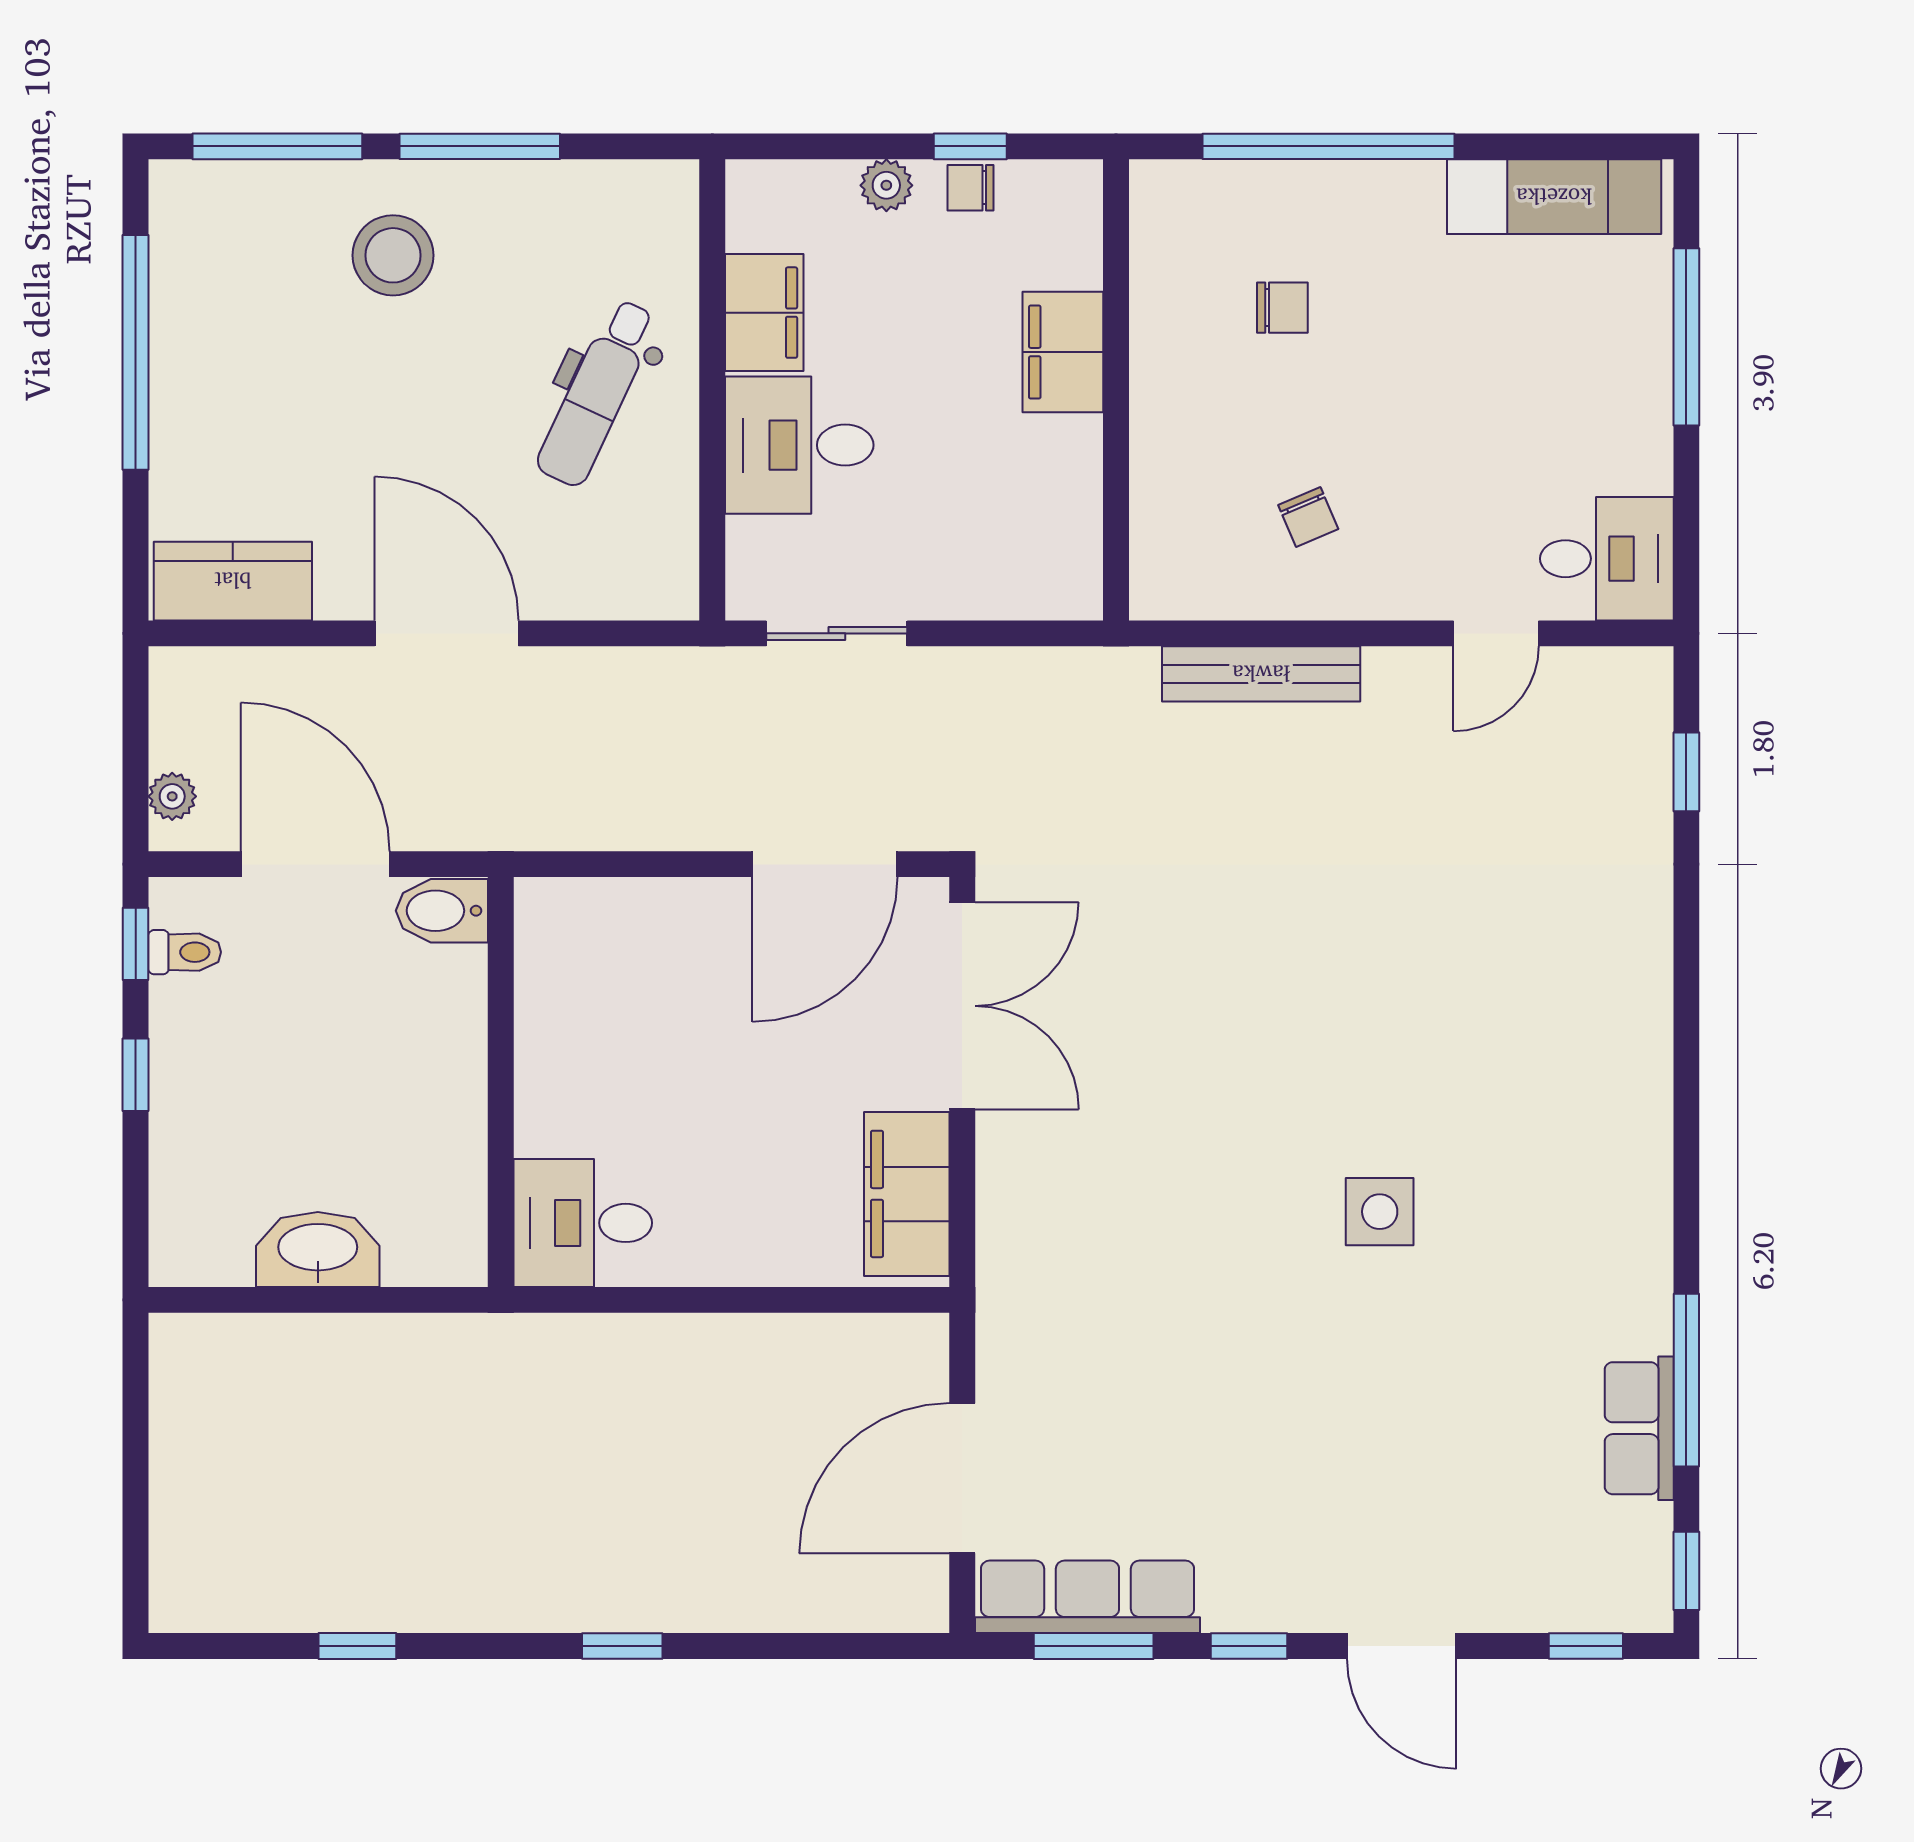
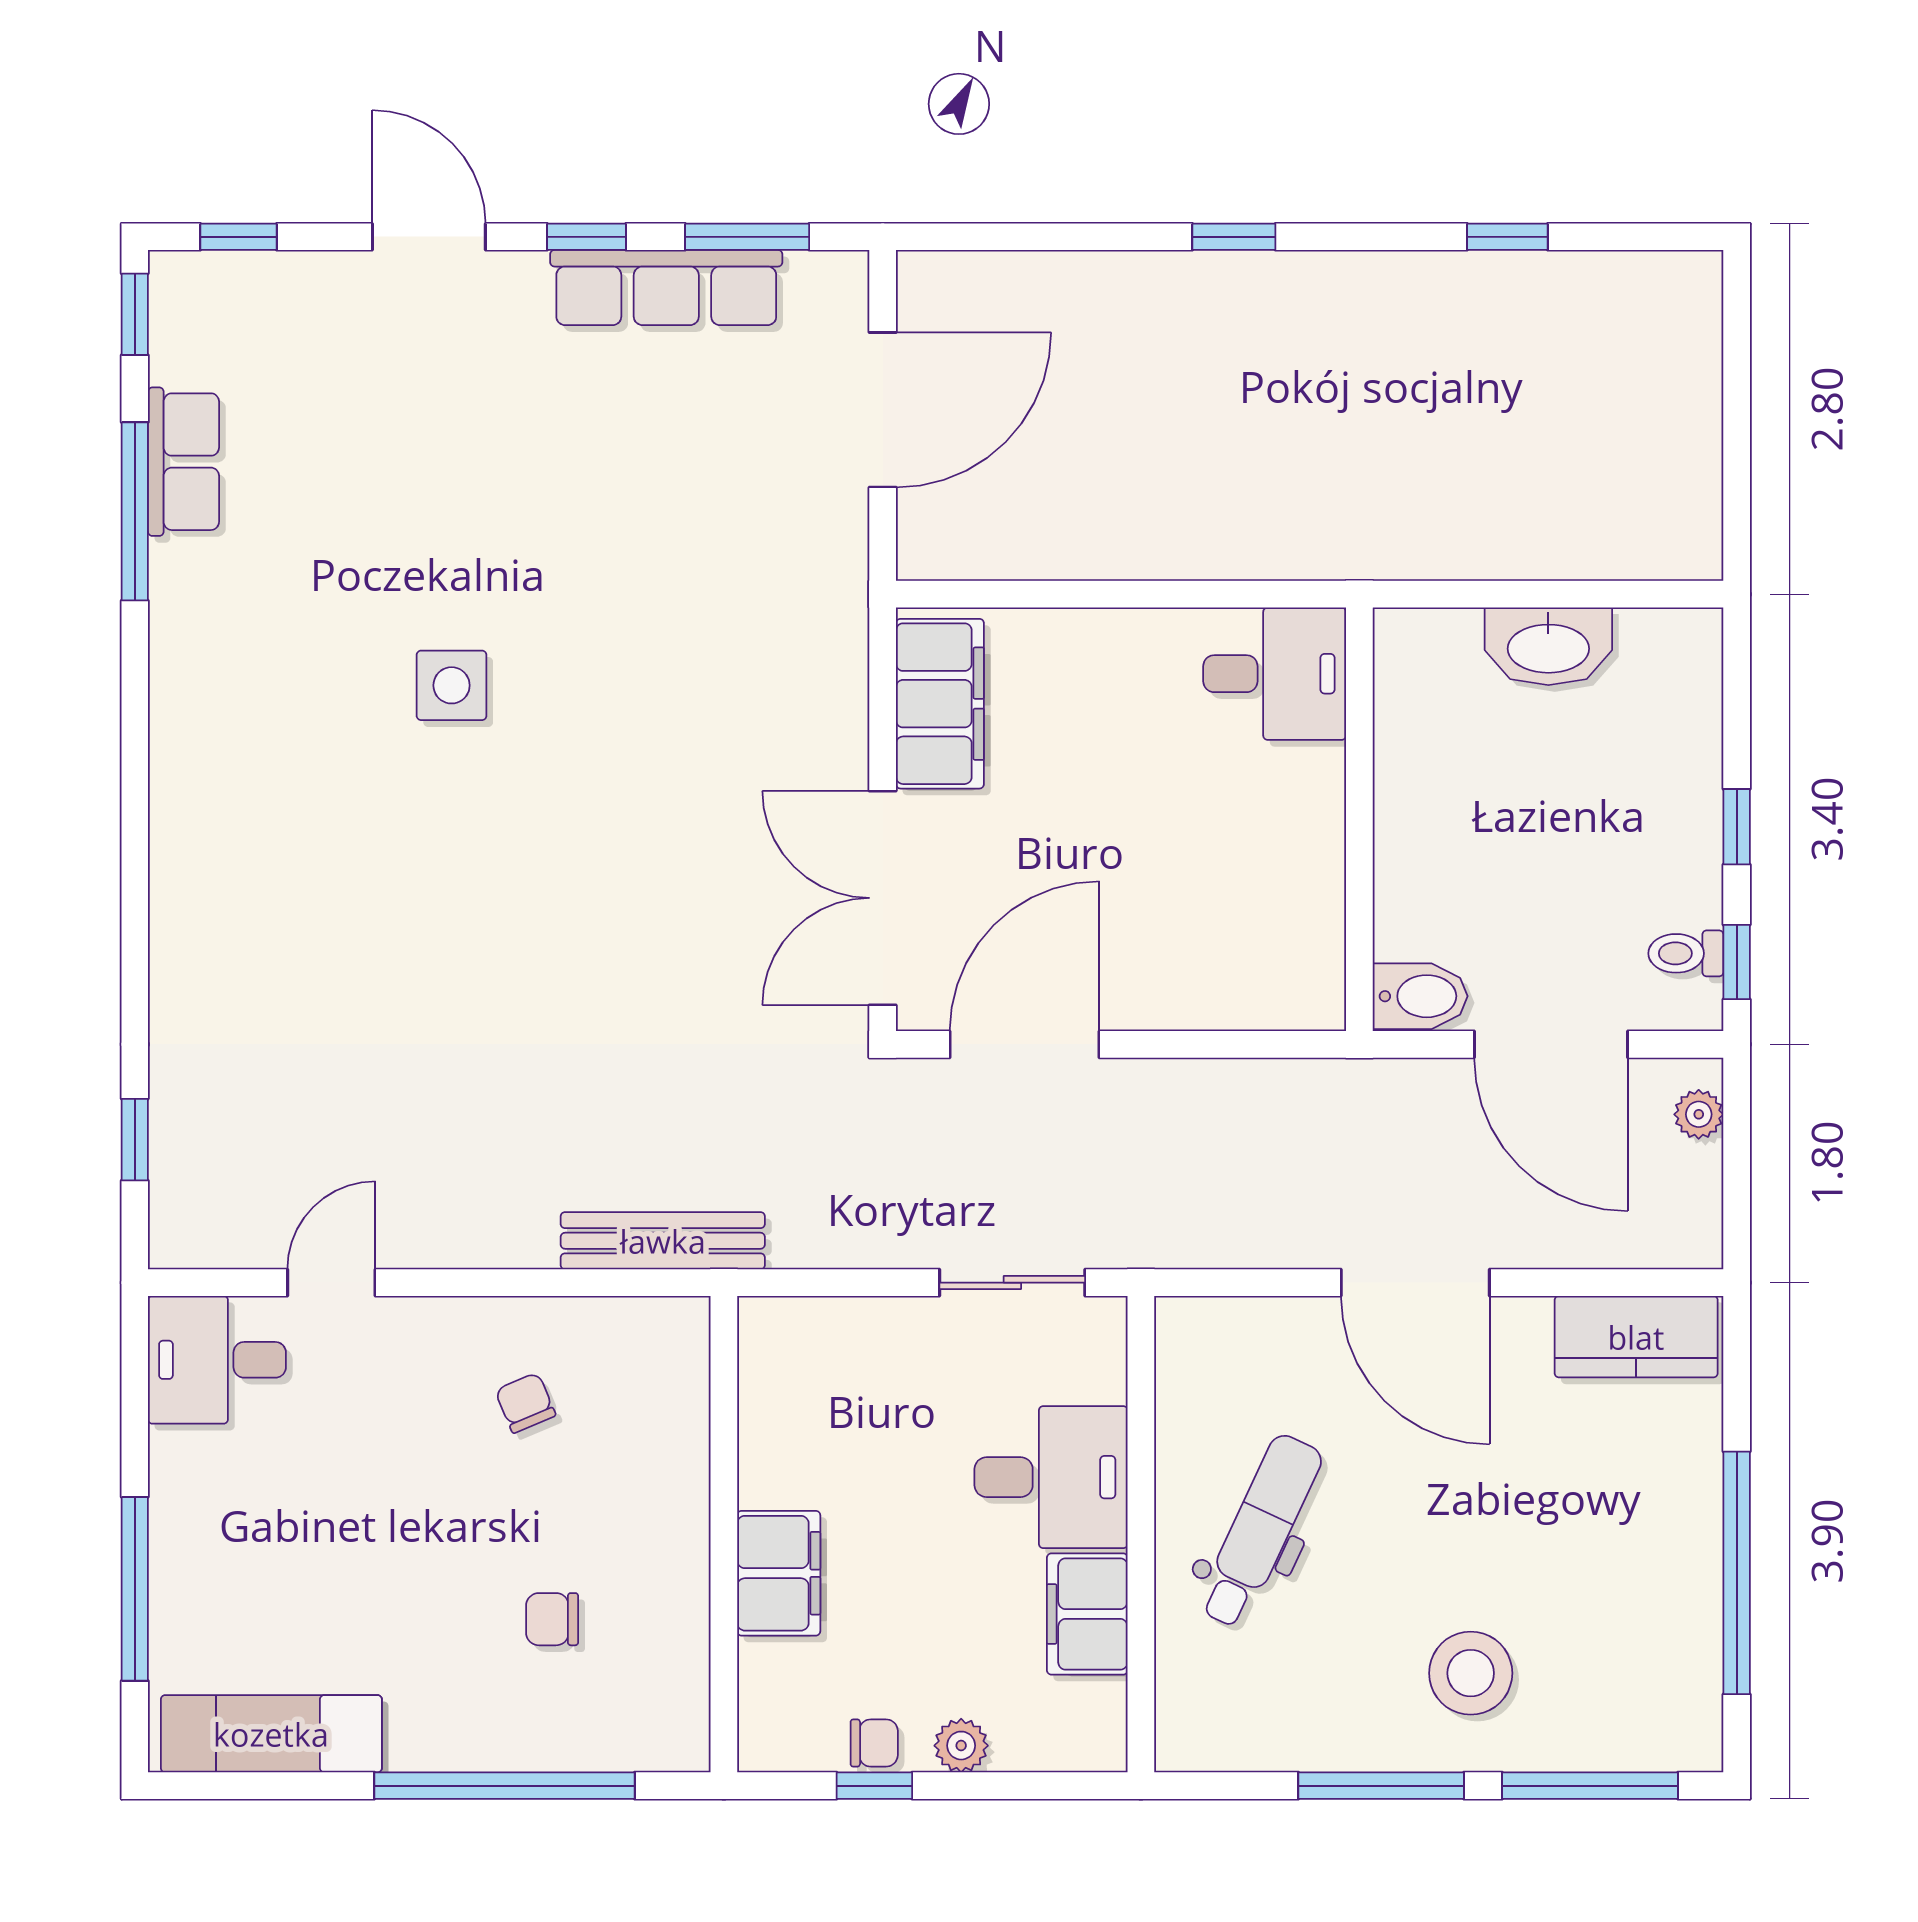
bench: (1261, 674) -> (663, 1241), moved
row of seats: (1087, 1597) -> (666, 288), moved

